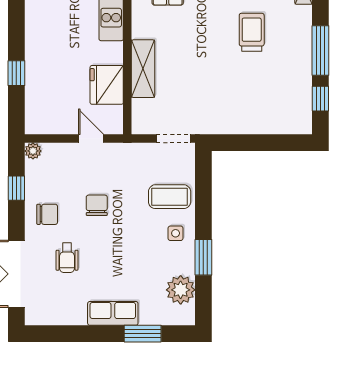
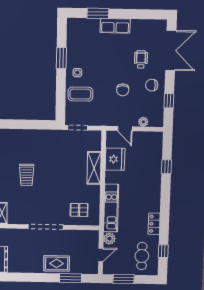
trolley: (252, 32) -> (27, 175), moved
plant: (33, 151) -> (143, 122), moved
plant: (181, 290) -> (75, 39), removed

